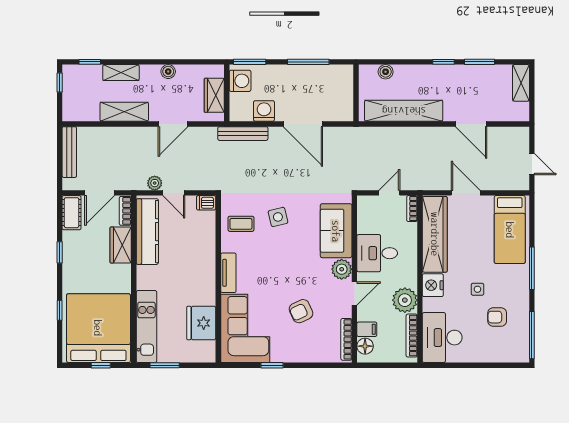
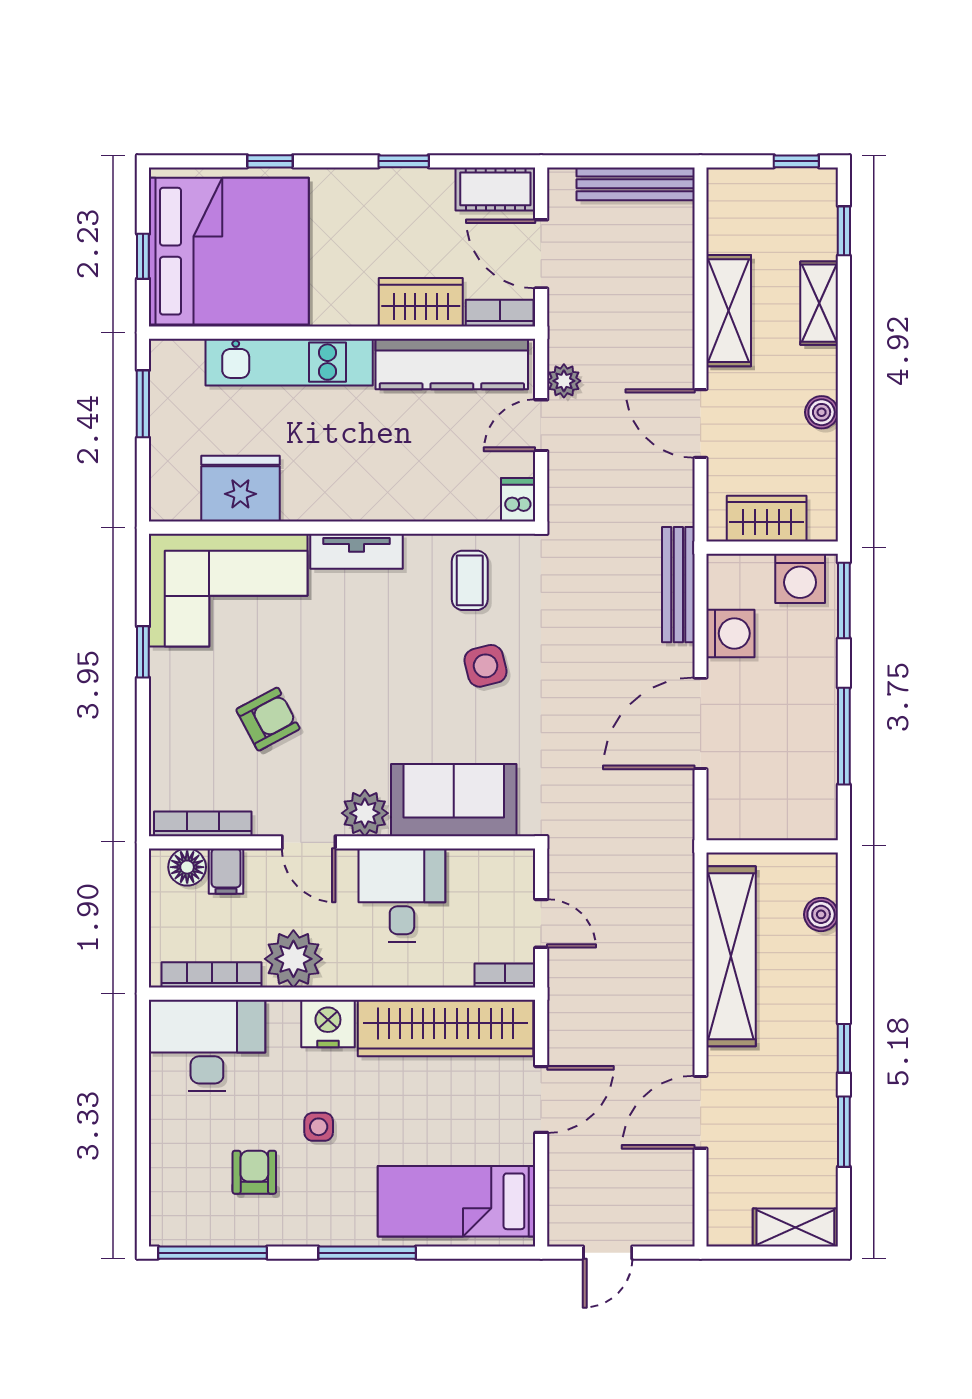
armchair: (301, 311) -> (268, 719), turned 87
kitchen unit: (146, 327) -> (289, 362), moved

